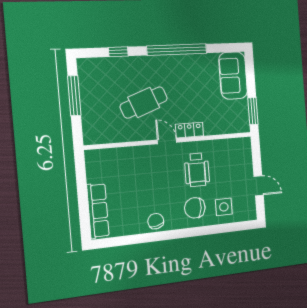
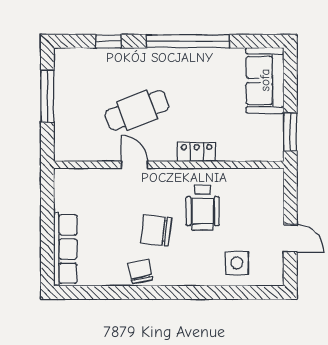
door: (167, 141) -> (134, 165), moved
chair: (195, 208) -> (156, 230), moved

